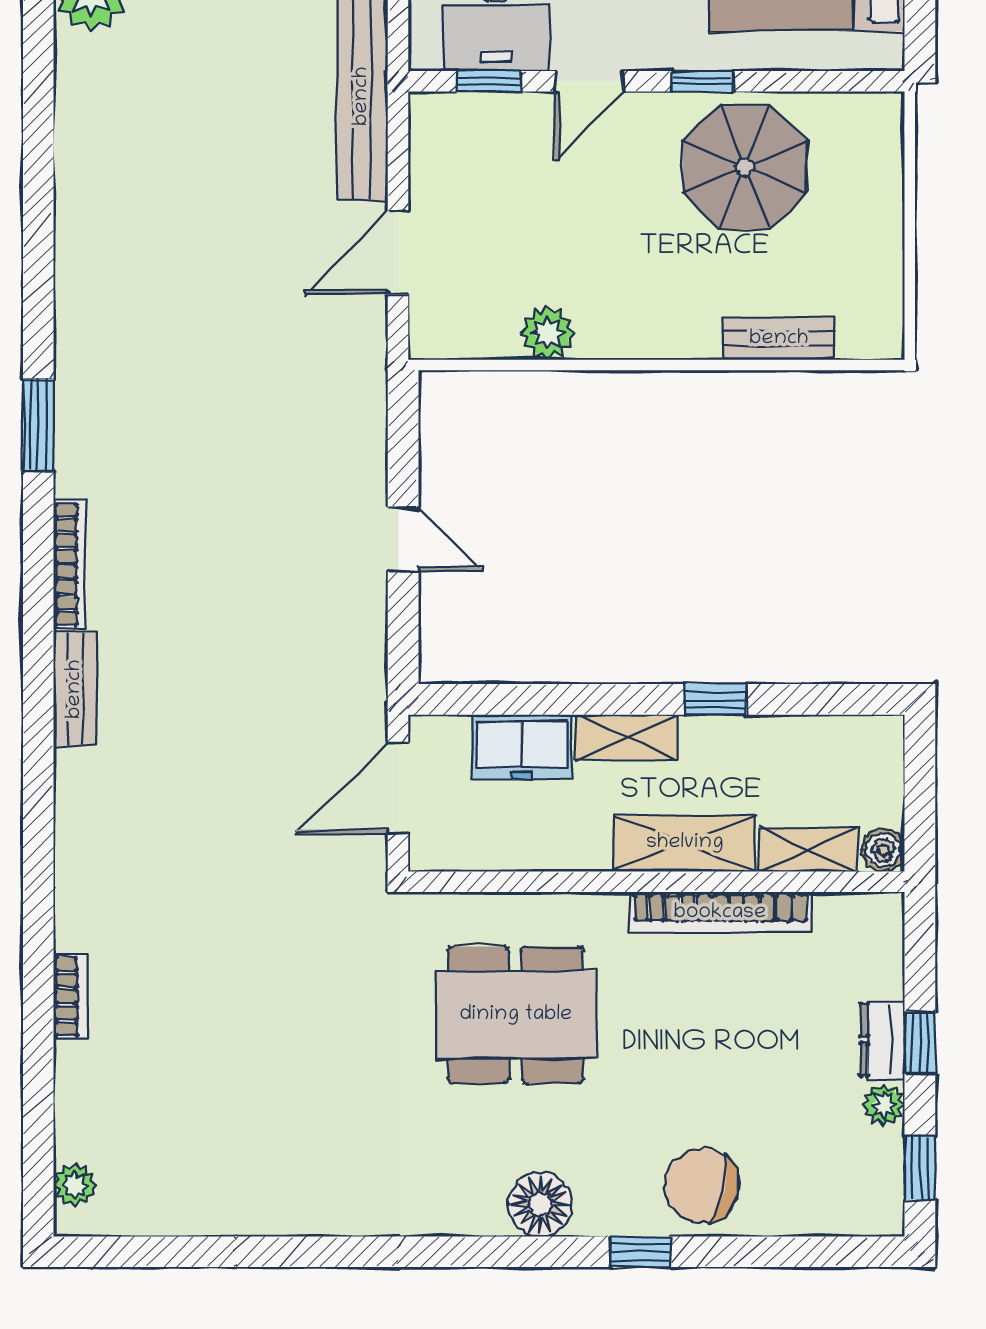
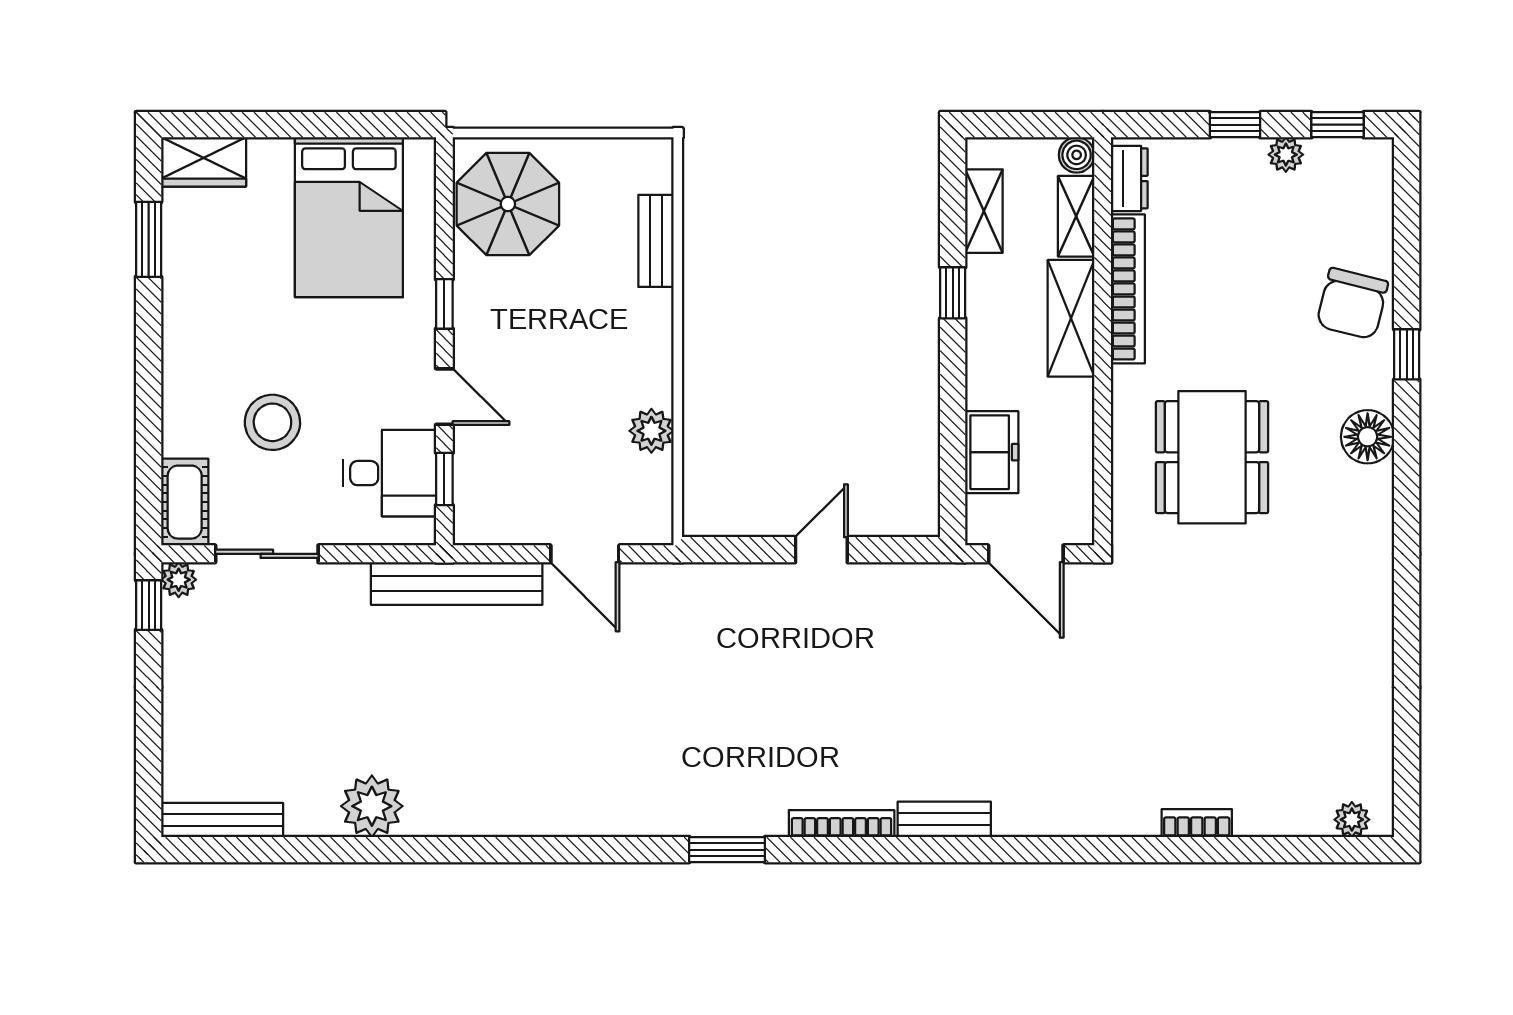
parasol: (745, 167) -> (508, 204), moved
shelving: (626, 738) -> (984, 211), moved
dresser: (882, 1040) -> (1129, 178), moved, turned -90

